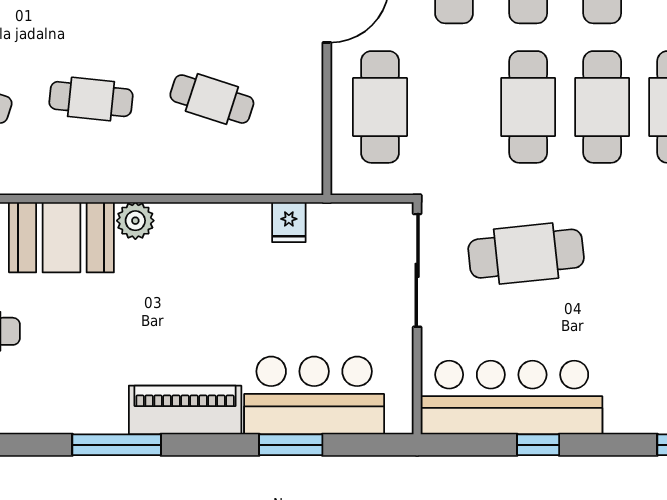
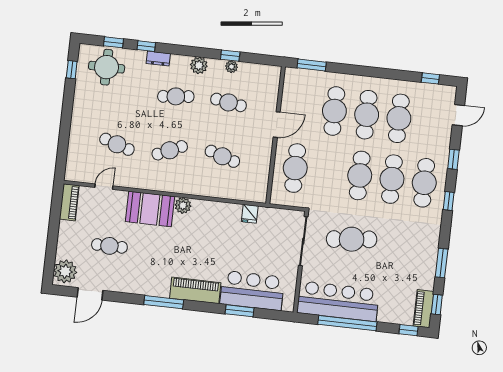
cafe table: (91, 99) -> (170, 150), turned -30
window: (538, 445) -> (347, 323), width x3.17

